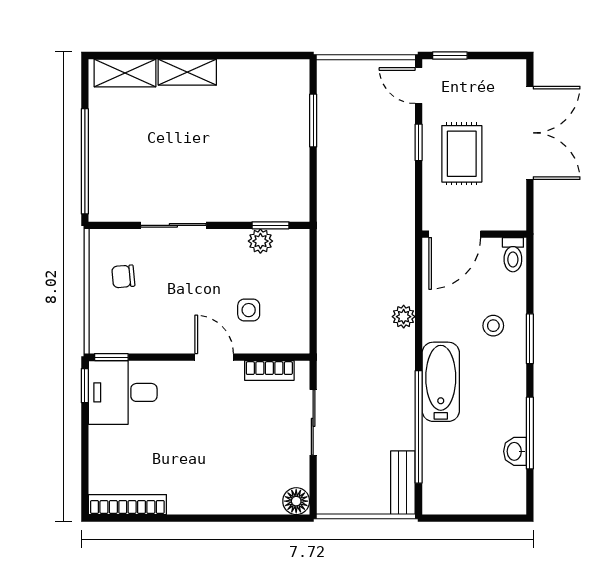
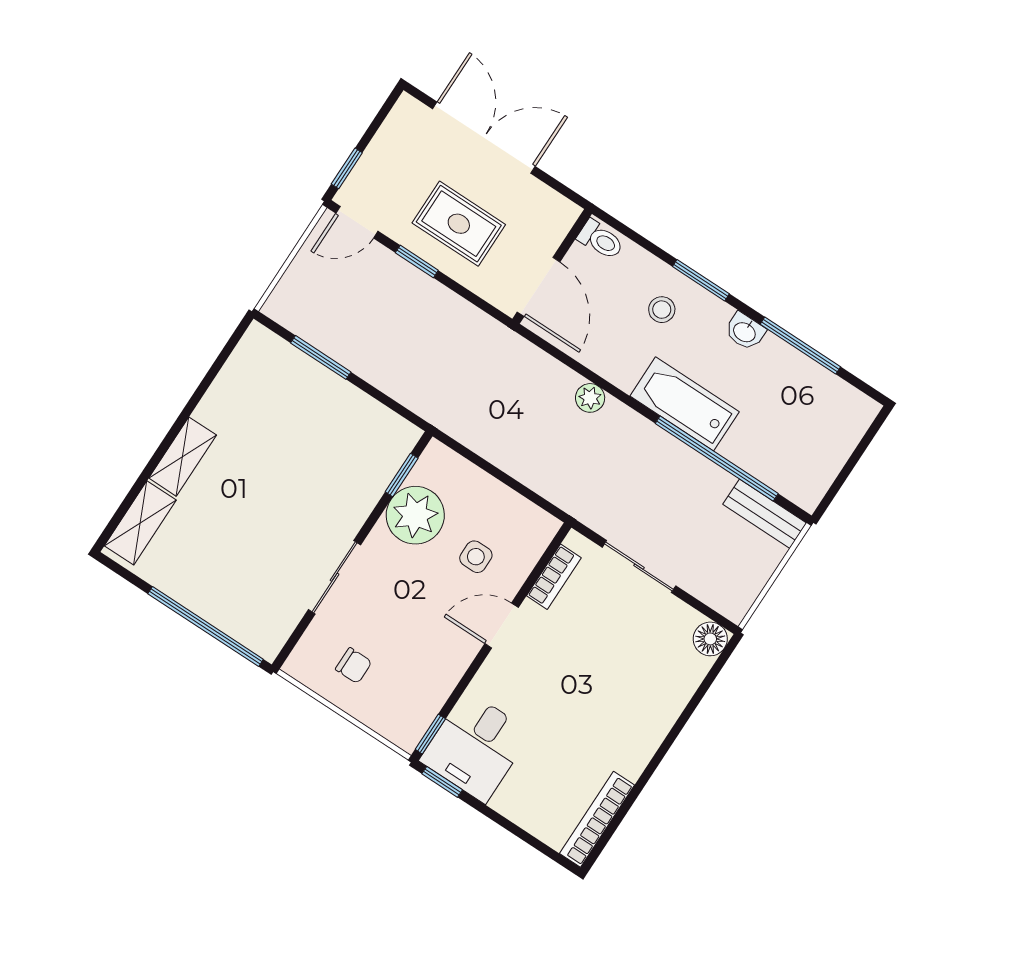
plant: (260, 241) -> (415, 515), width x1.87, depth x1.87
chair: (123, 276) -> (354, 666), turned -85
washbasin: (515, 451) -> (745, 332), moved

